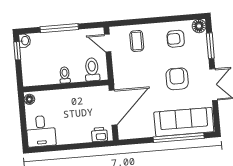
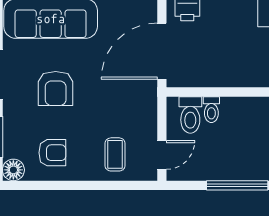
door: (108, 43) -> (162, 155), hinge flipped
toilet: (65, 75) -> (211, 110), moved

